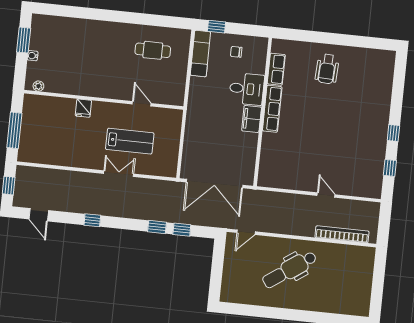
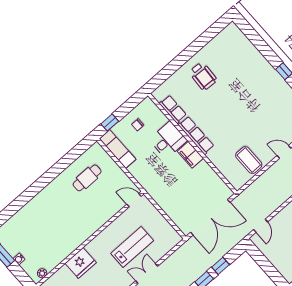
door: (142, 104) -> (134, 200), moved
fridge: (83, 108) -> (81, 263), width x1.88, depth x1.34
coffee table: (292, 172) -> (249, 160), added

